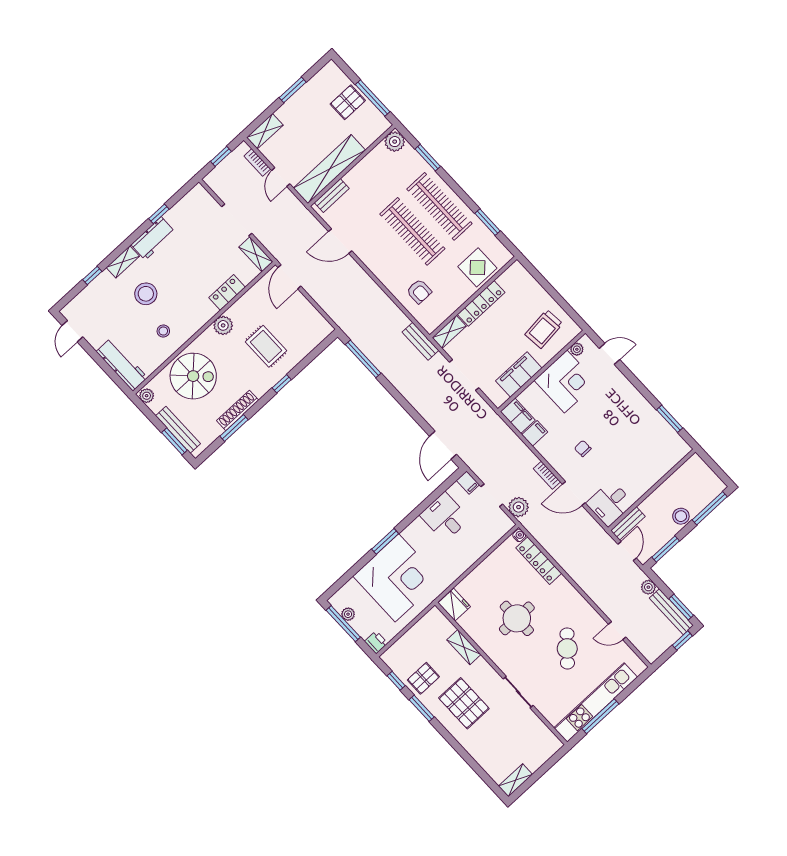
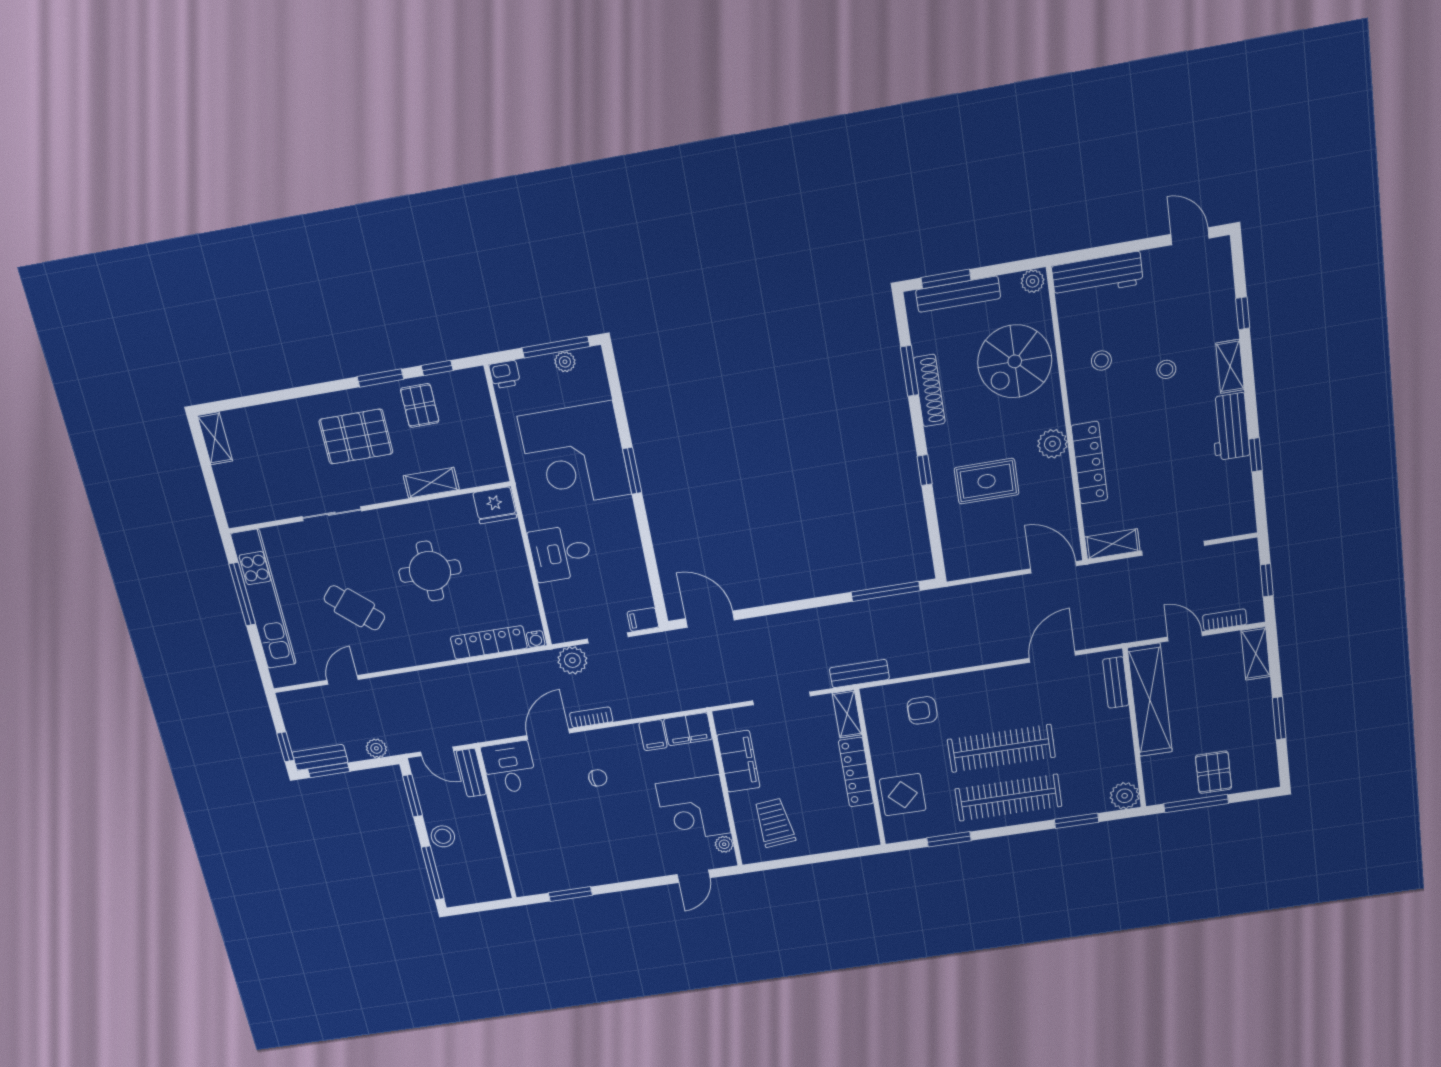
locker: (227, 292) -> (1089, 463), width x1.53
stool: (146, 294) -> (1166, 369), width x0.53, depth x0.53
desk: (445, 517) -> (561, 553), moved, turned 180
bench: (671, 612) -> (320, 757), width x0.73

